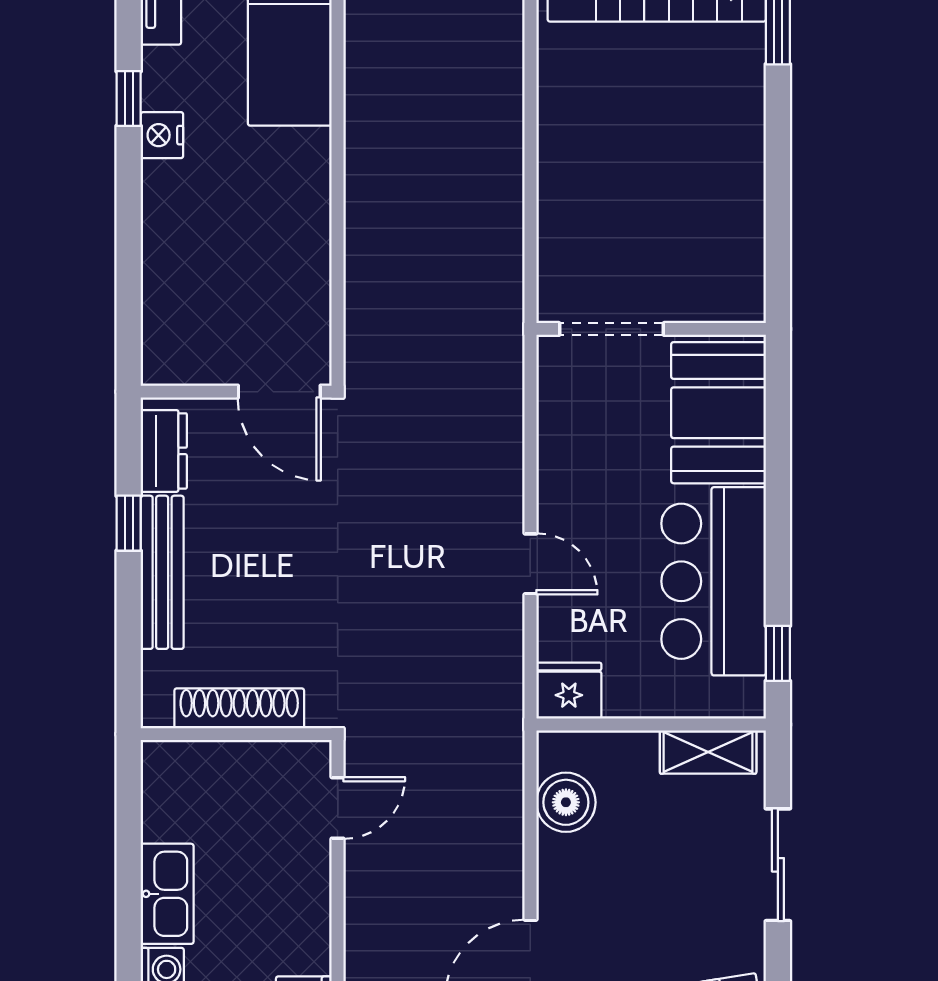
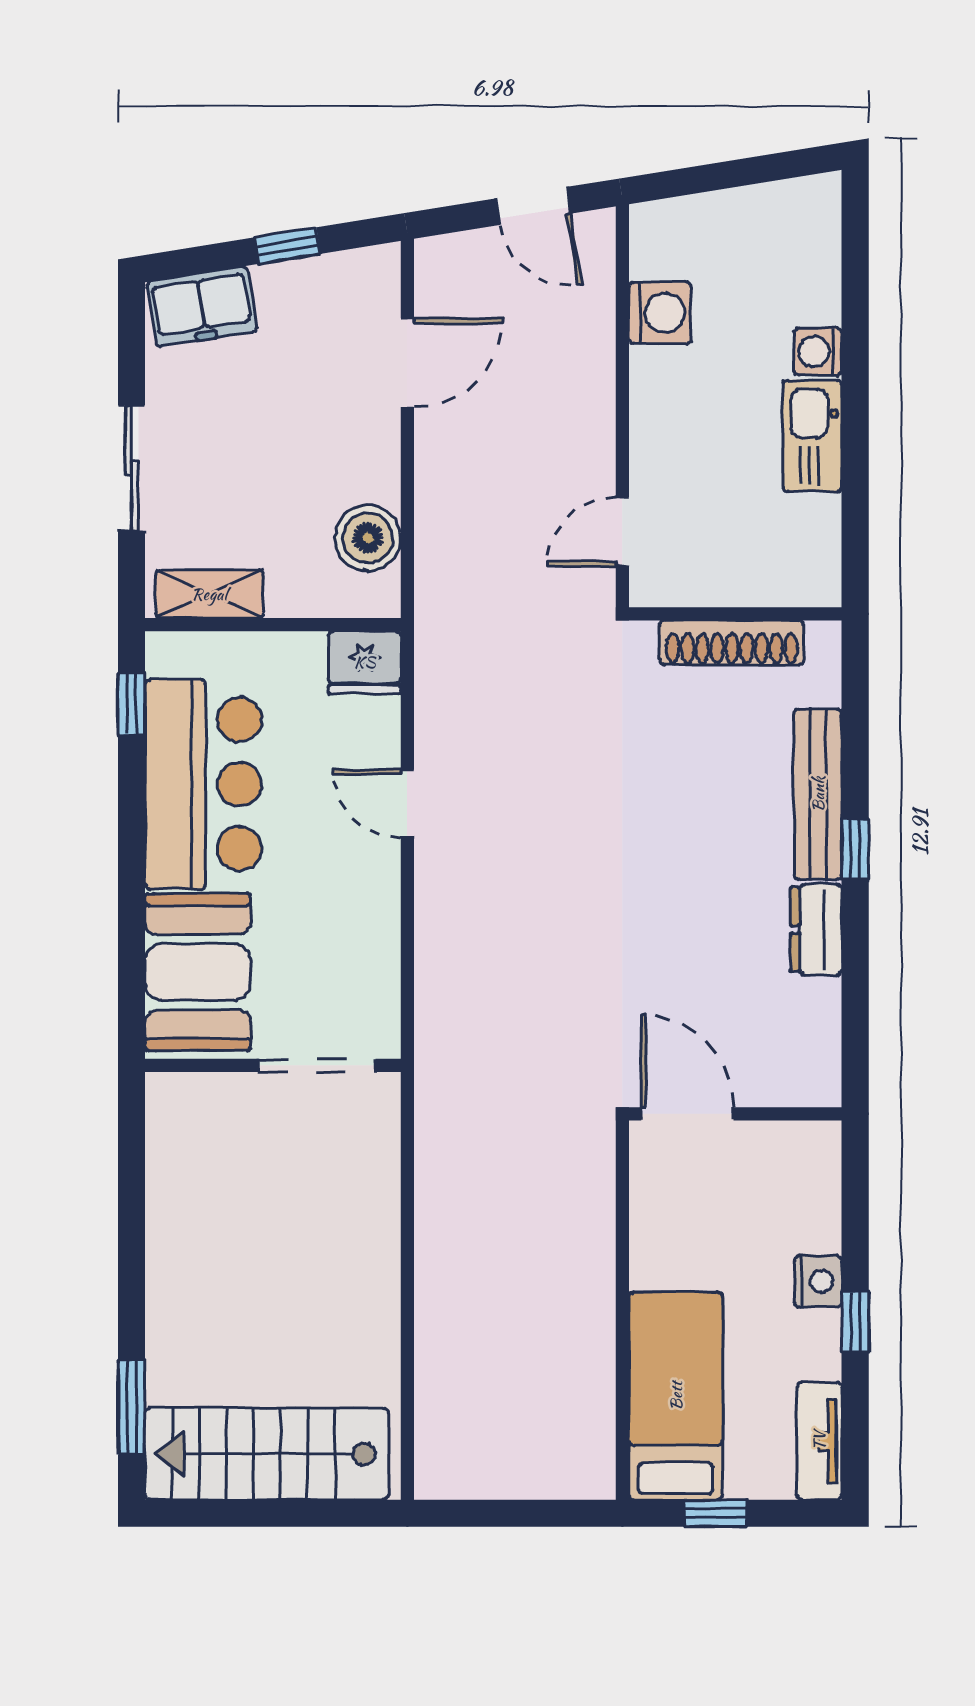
wall: (236, 392) -> (735, 1114), moved
door: (279, 392) -> (687, 1114), moved

